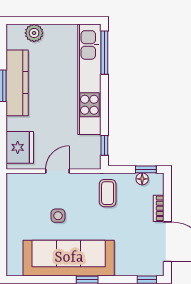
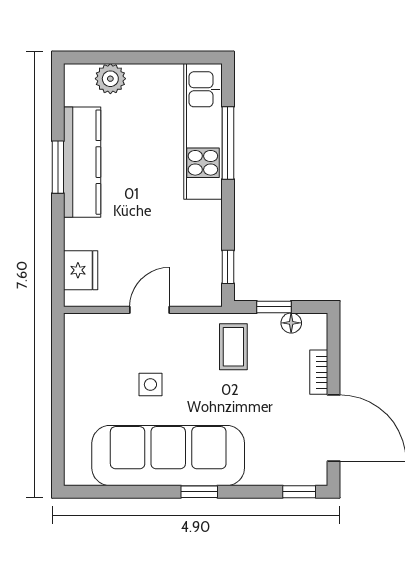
window: (104, 53) -> (228, 143), moved
kitchen unit: (89, 79) -> (203, 131), width x0.73
fridge: (20, 147) -> (81, 270), width x0.73, depth x0.75
window: (146, 169) -> (274, 307), moved

